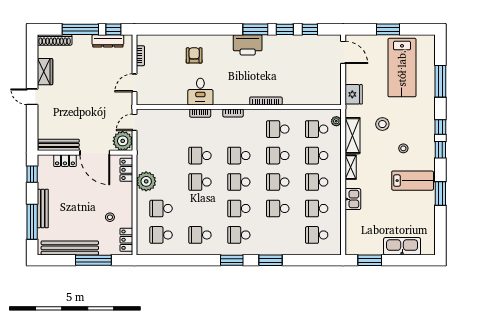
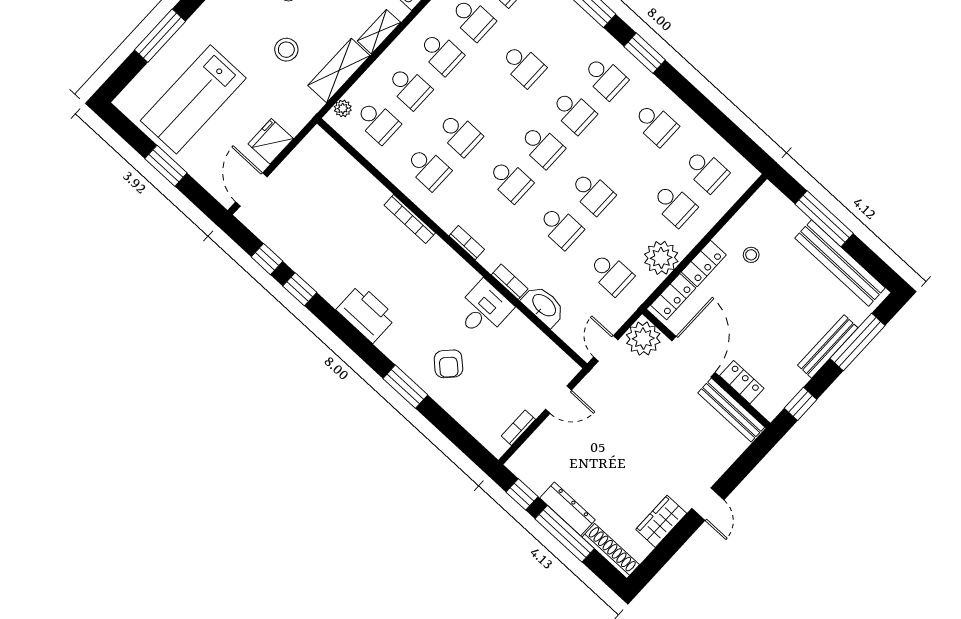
window: (255, 29) -> (405, 387), moved
dresser: (108, 41) -> (567, 509), moved
armchair: (194, 55) -> (448, 364), turned -47
lab bench: (402, 68) -> (193, 99), turned 180
fridge: (354, 94) -> (271, 141), moved
washbasin: (177, 116) -> (544, 306), added
door: (134, 122) -> (606, 348), swing flipped
school desk: (278, 182) -> (611, 274), moved
locker: (126, 240) -> (704, 263), moved

